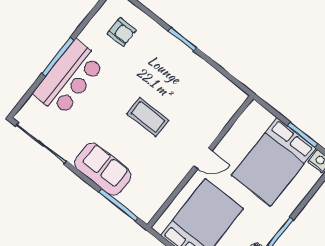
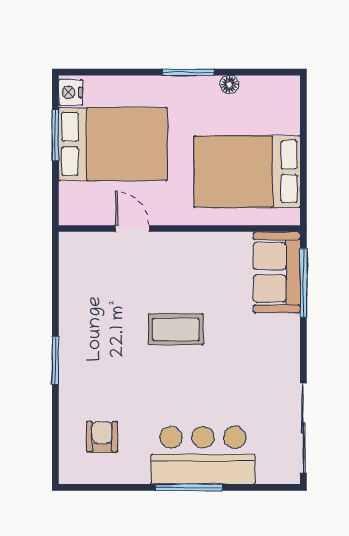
coffee table: (148, 117) -> (176, 329), turned 90
door: (203, 158) -> (132, 229), moved
sofa: (103, 169) -> (277, 272), moved

